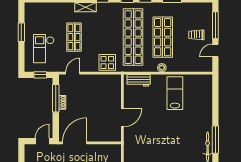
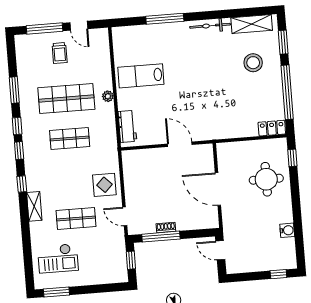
window: (21, 32) -> (56, 292), moved
shop shelf: (133, 37) -> (70, 139), width x0.50, depth x0.74
checkout: (44, 49) -> (58, 258), moved
display table: (107, 62) -> (104, 185), moved
window: (215, 140) -> (165, 19), moved
door: (75, 143) -> (218, 189), moved

